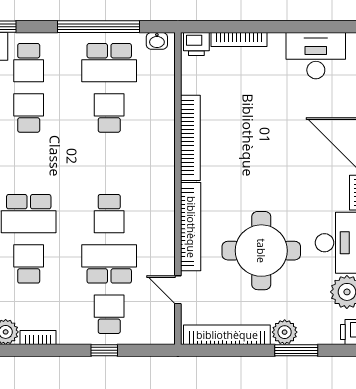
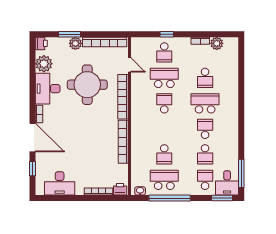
school desk: (29, 163) -> (205, 129), added
school desk: (109, 264) -> (164, 78), turned 180

